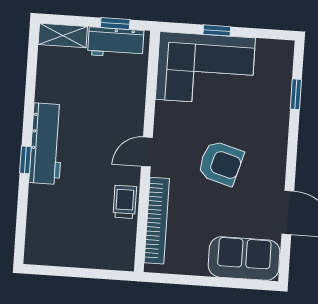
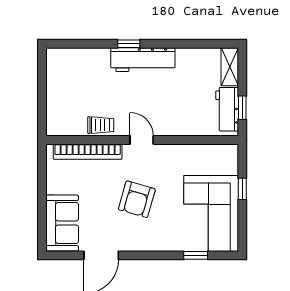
corner sofa: (205, 69) -> (211, 213), moved

